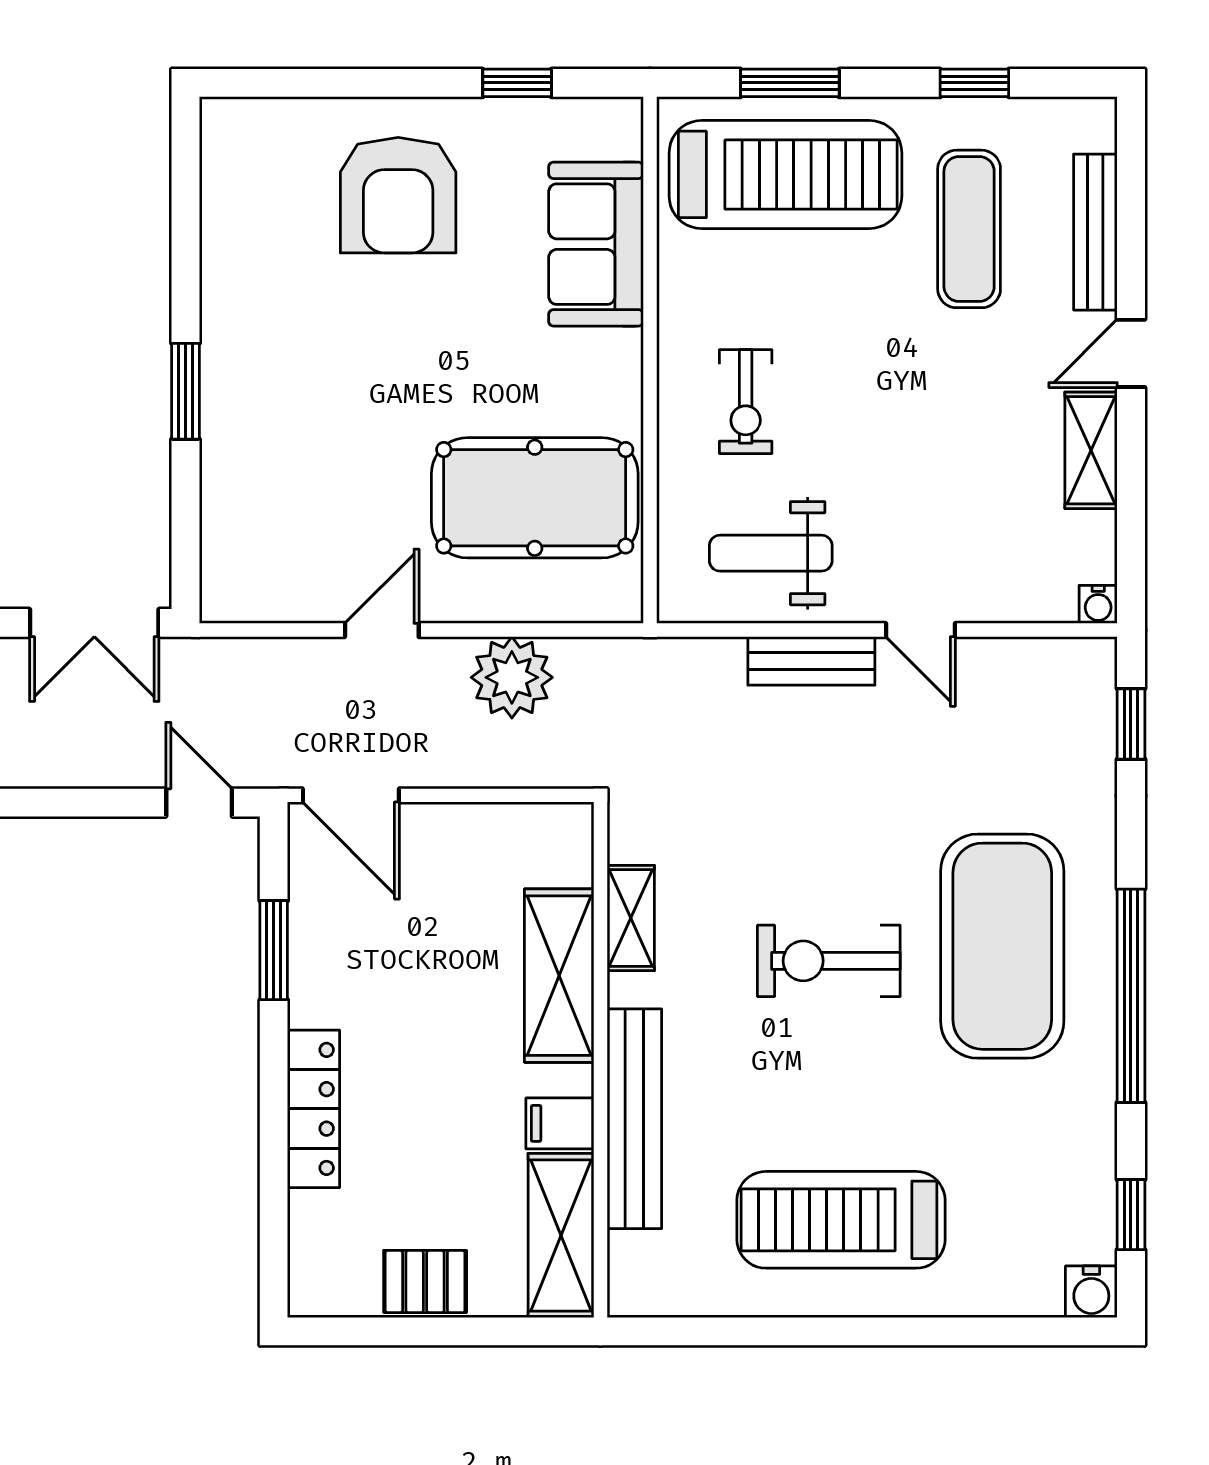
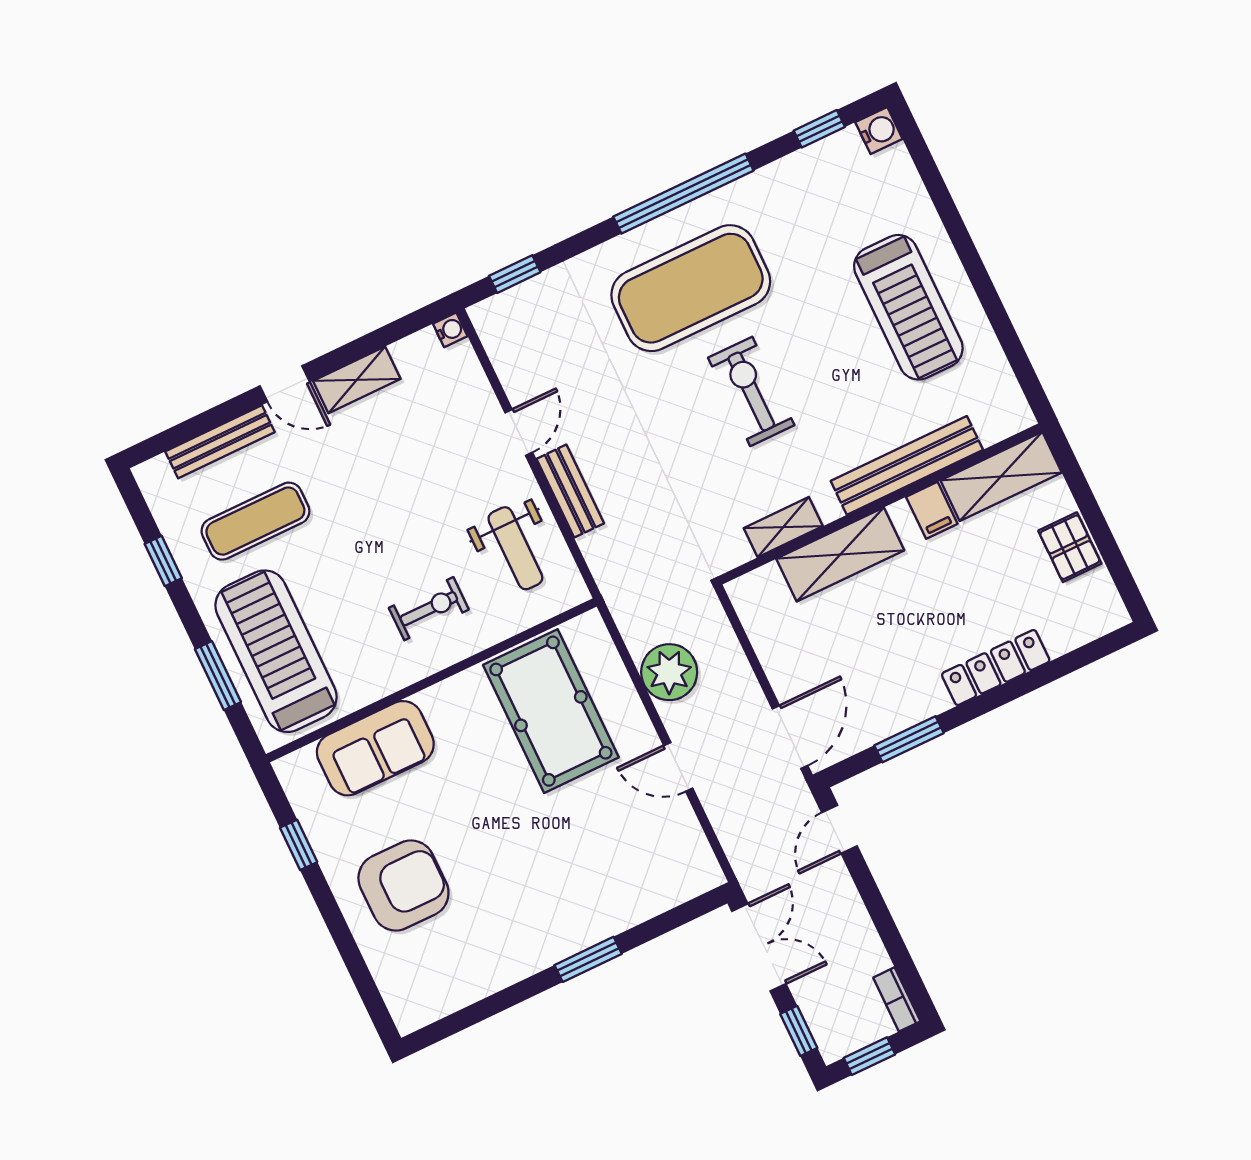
exercise bike: (829, 961) -> (751, 391), turned 180

